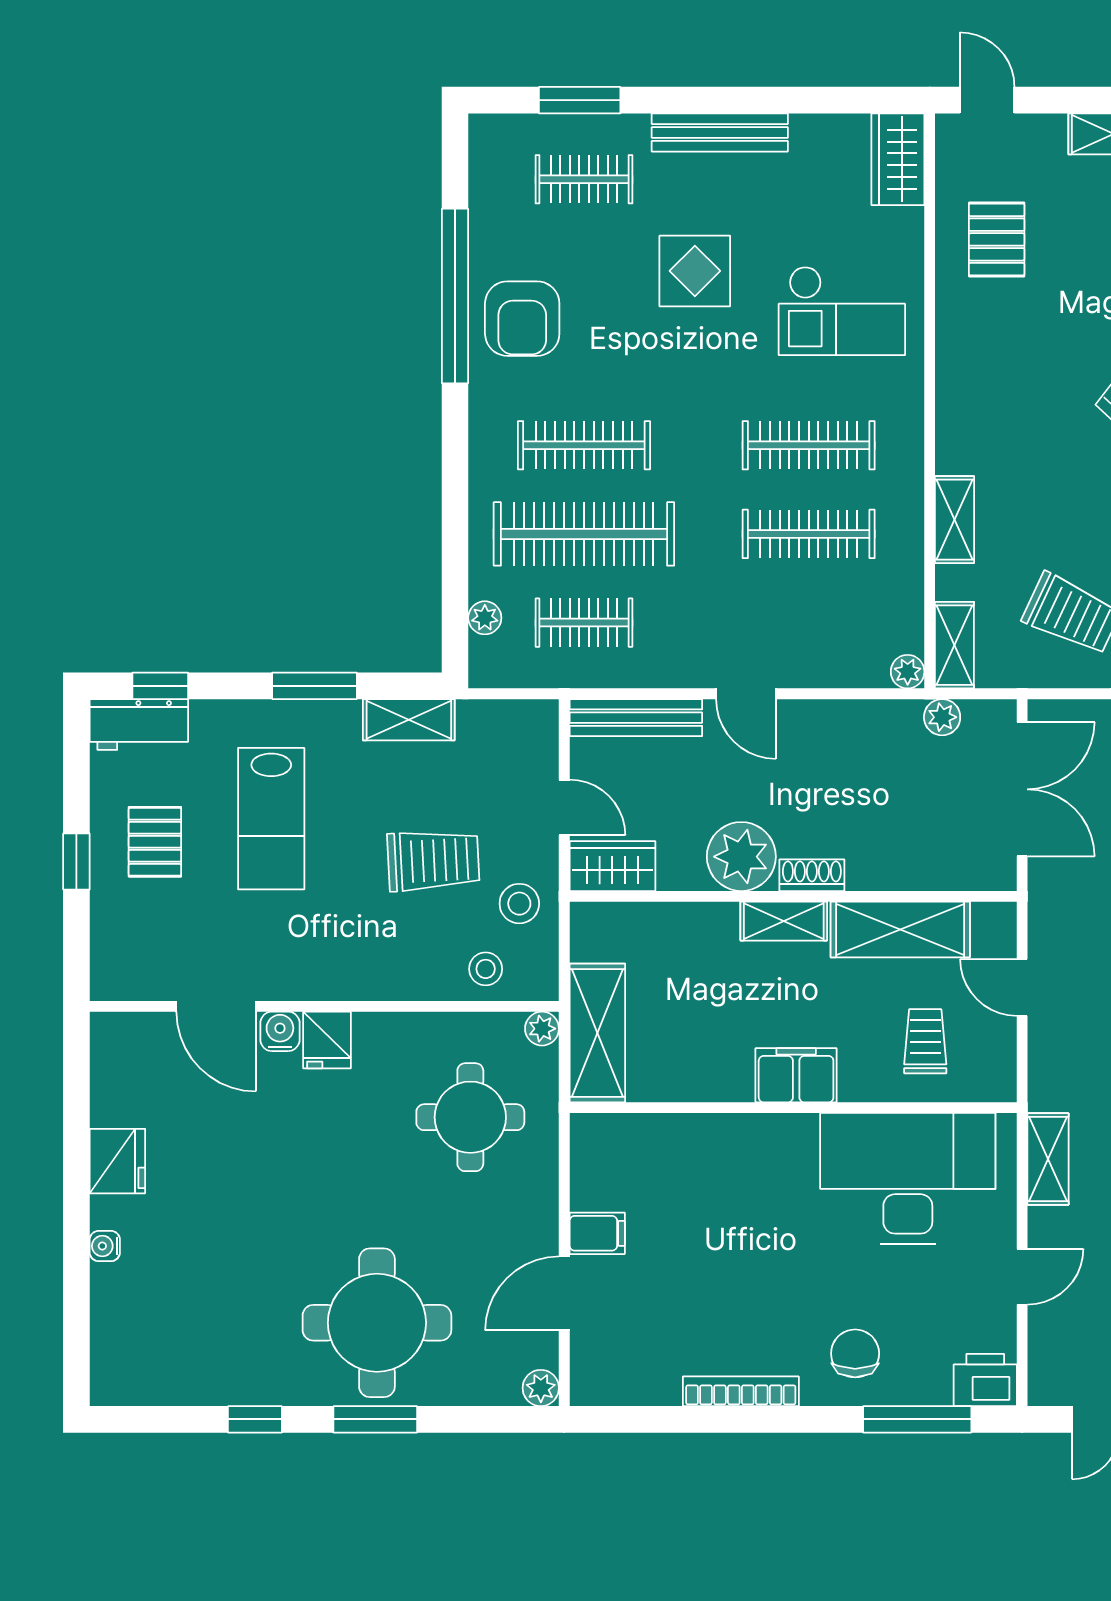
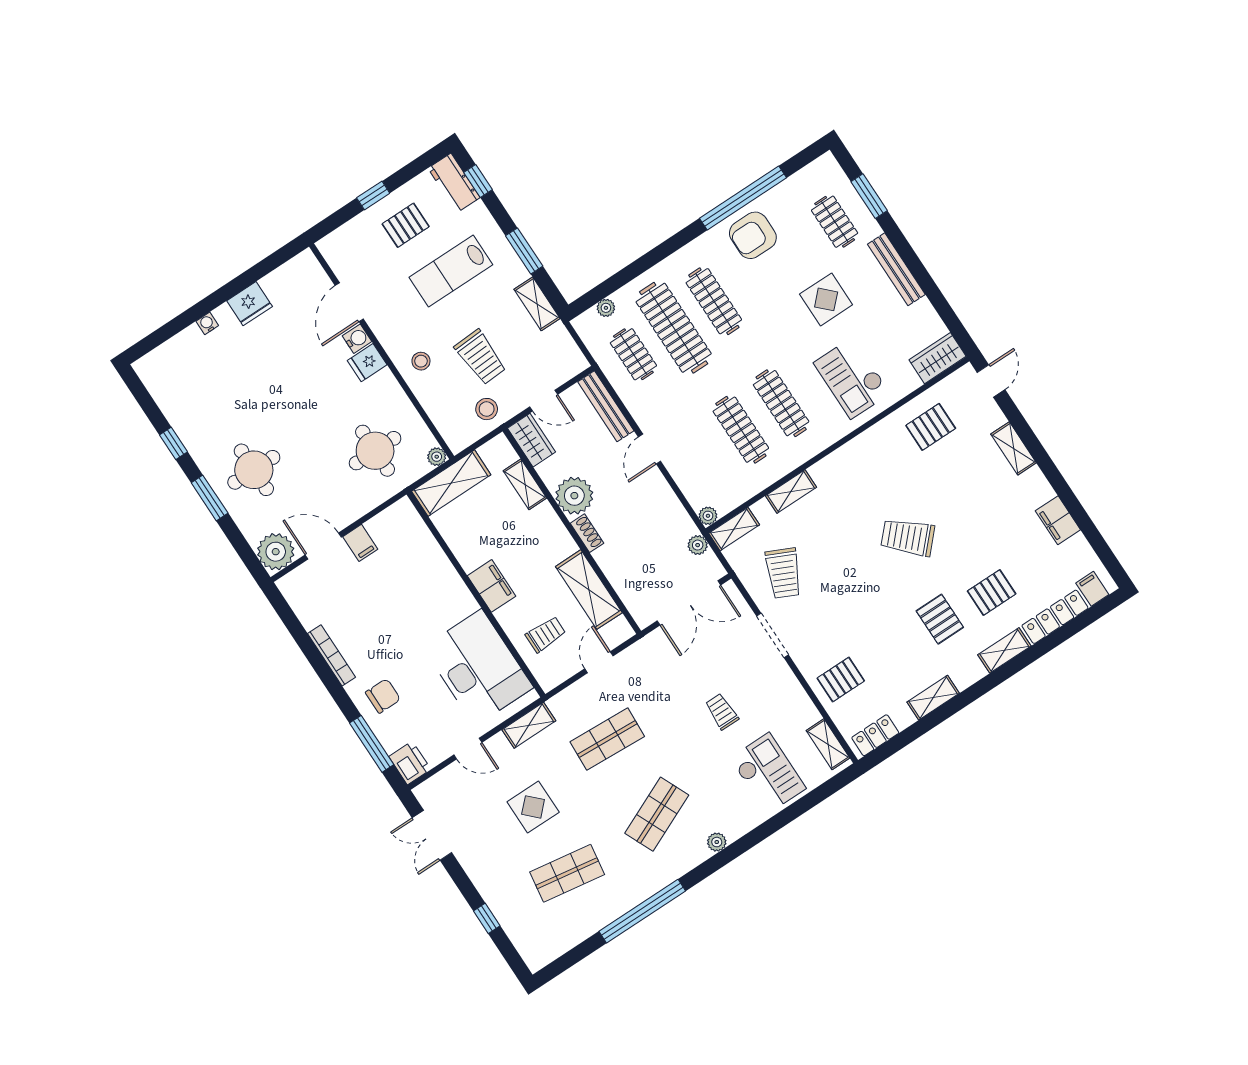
door: (564, 808) -> (544, 401), hinge flipped
shelving: (784, 921) -> (525, 484), moved
stool: (486, 969) -> (421, 361), moved
round table: (377, 1323) -> (254, 470), width x0.73, depth x0.73
plant: (541, 1388) -> (276, 552), width x1.88, depth x1.88

